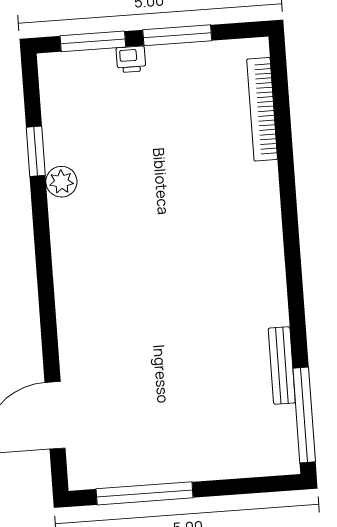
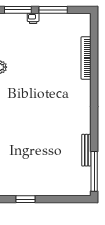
bookcase: (262, 109) -> (86, 58), moved
window: (145, 493) -> (25, 199), width x0.47

